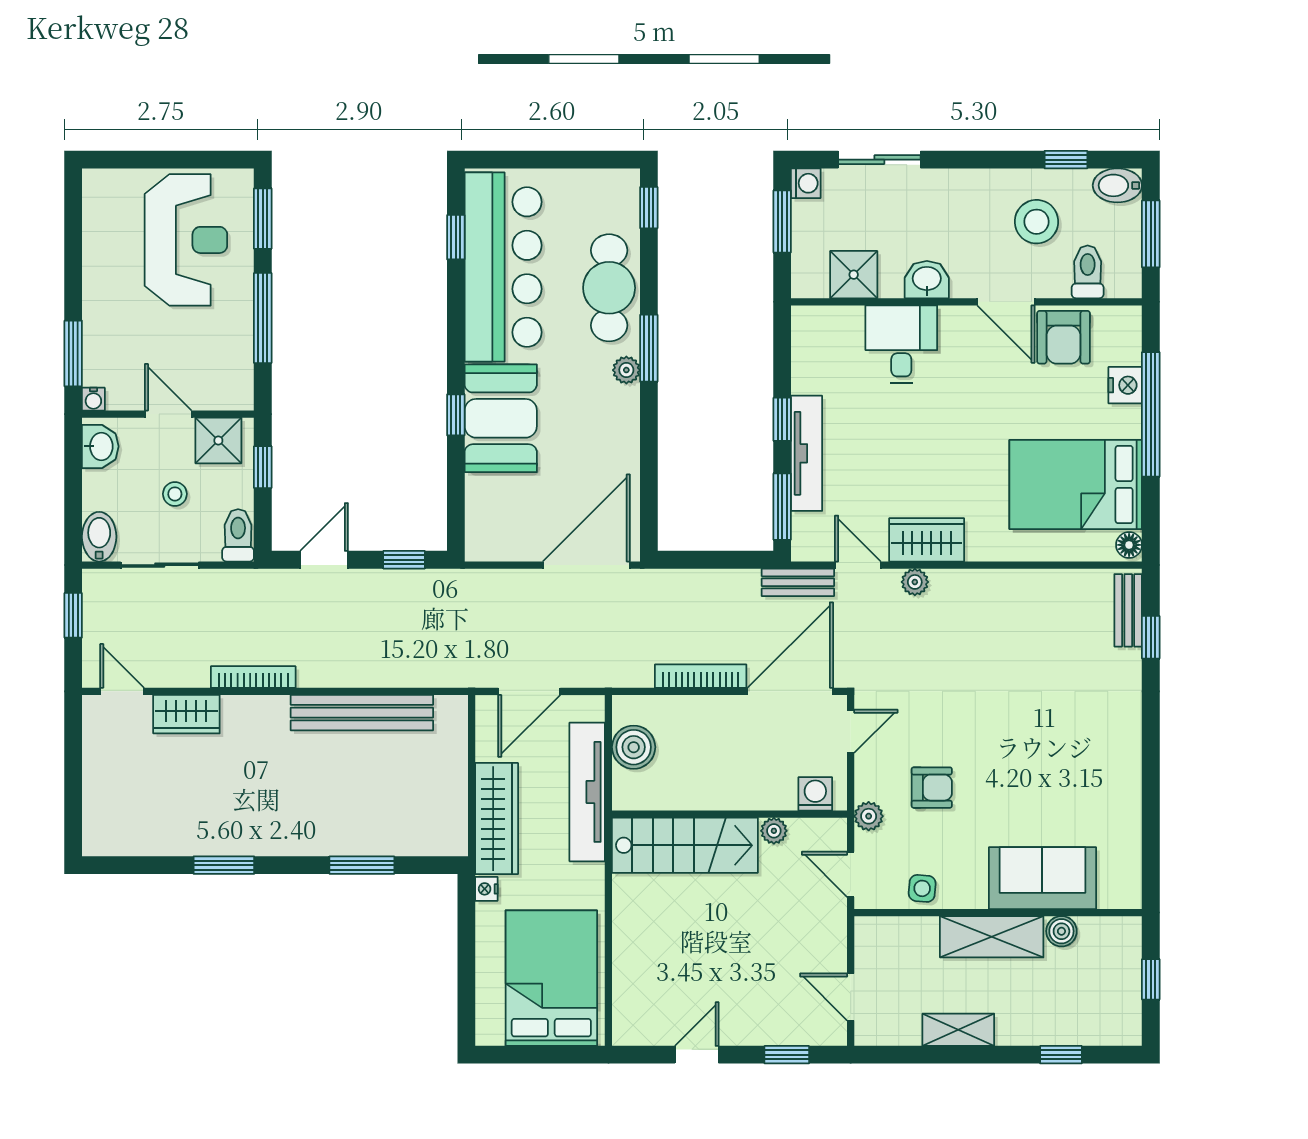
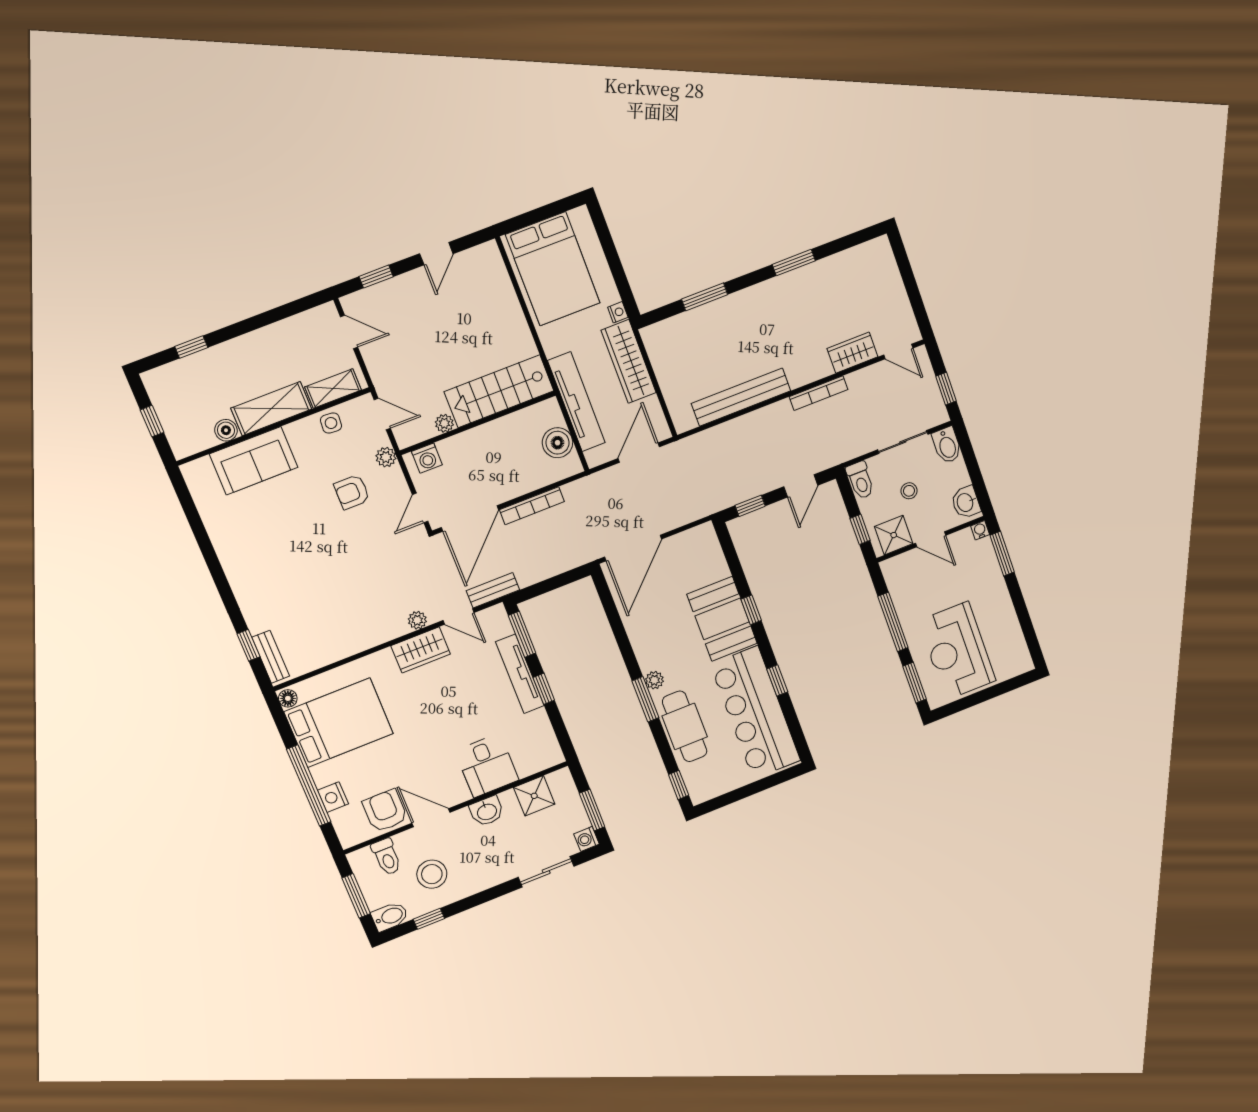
window: (456, 237) -> (777, 680), moved
shelving: (958, 1030) -> (333, 388), moved

